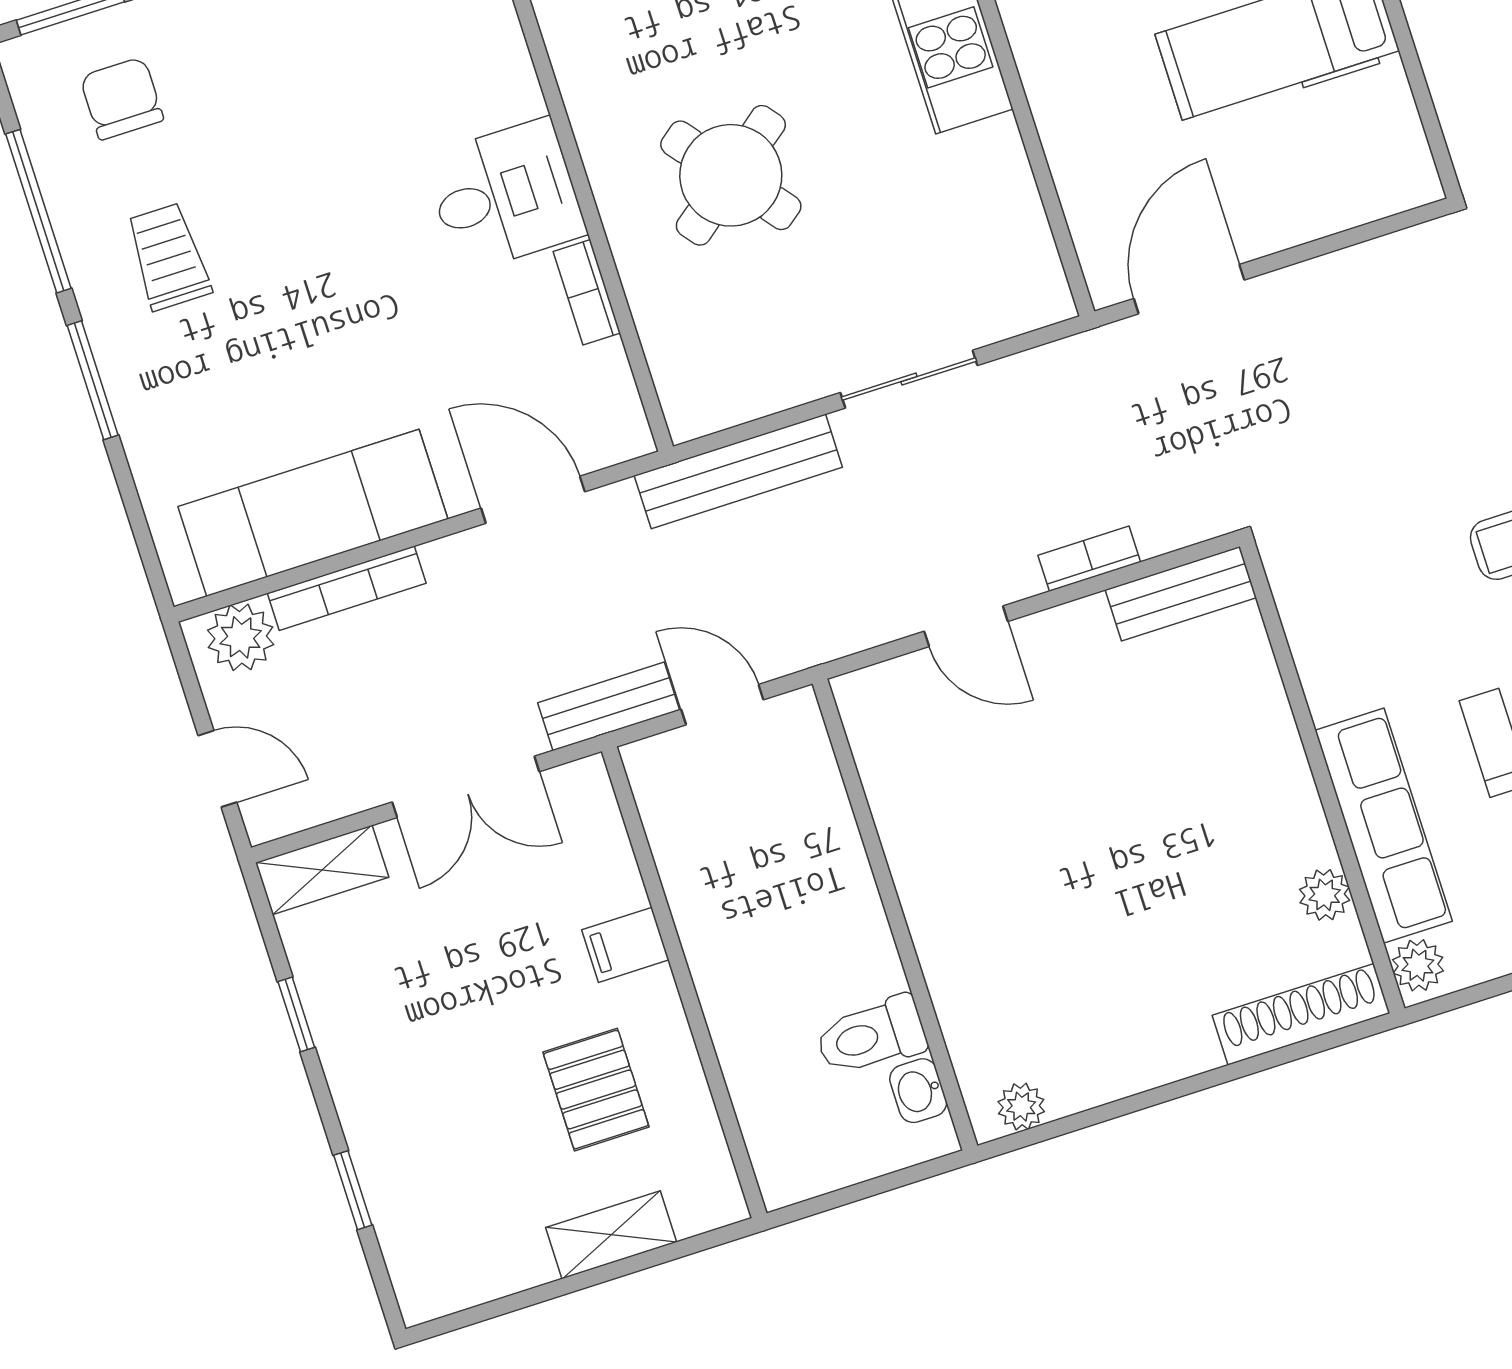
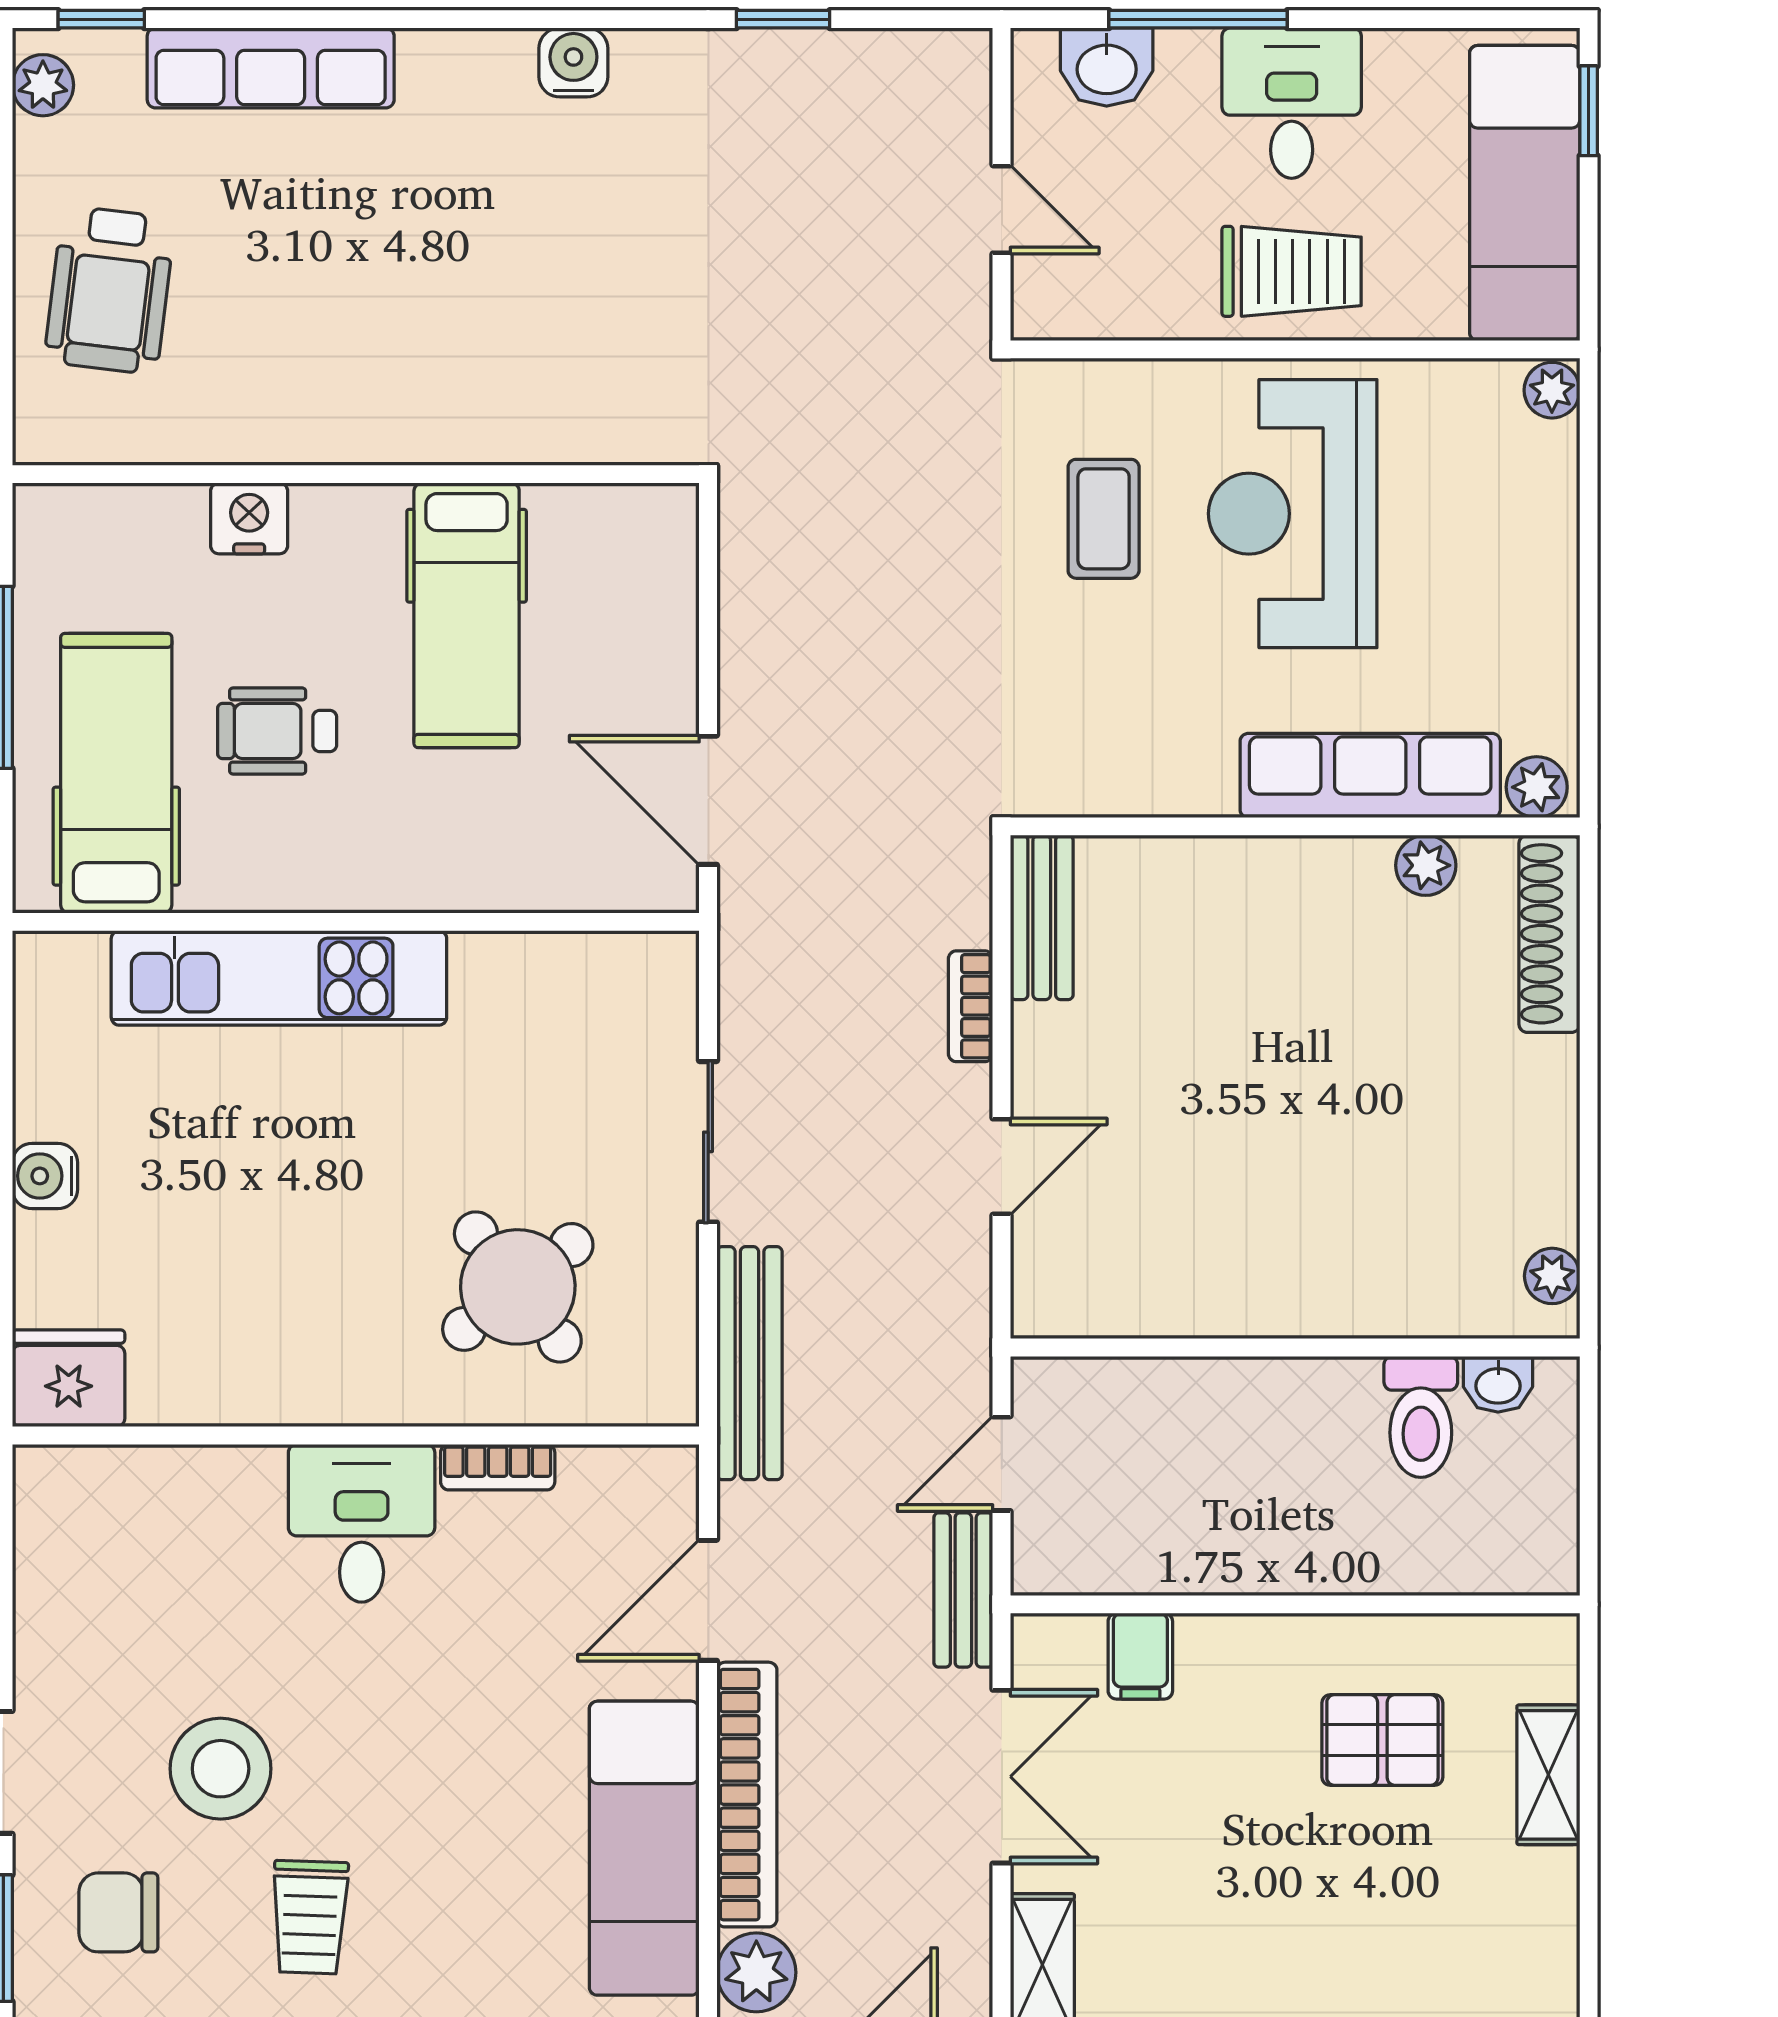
stool: (267, 144) -> (221, 1769), added
round table: (731, 175) -> (518, 1287), moved
trolley: (168, 257) -> (310, 1917), turned -88
bookcase: (347, 588) -> (747, 1795), width x1.48, depth x1.31
filing cabinet: (625, 945) -> (1140, 1656), moved

